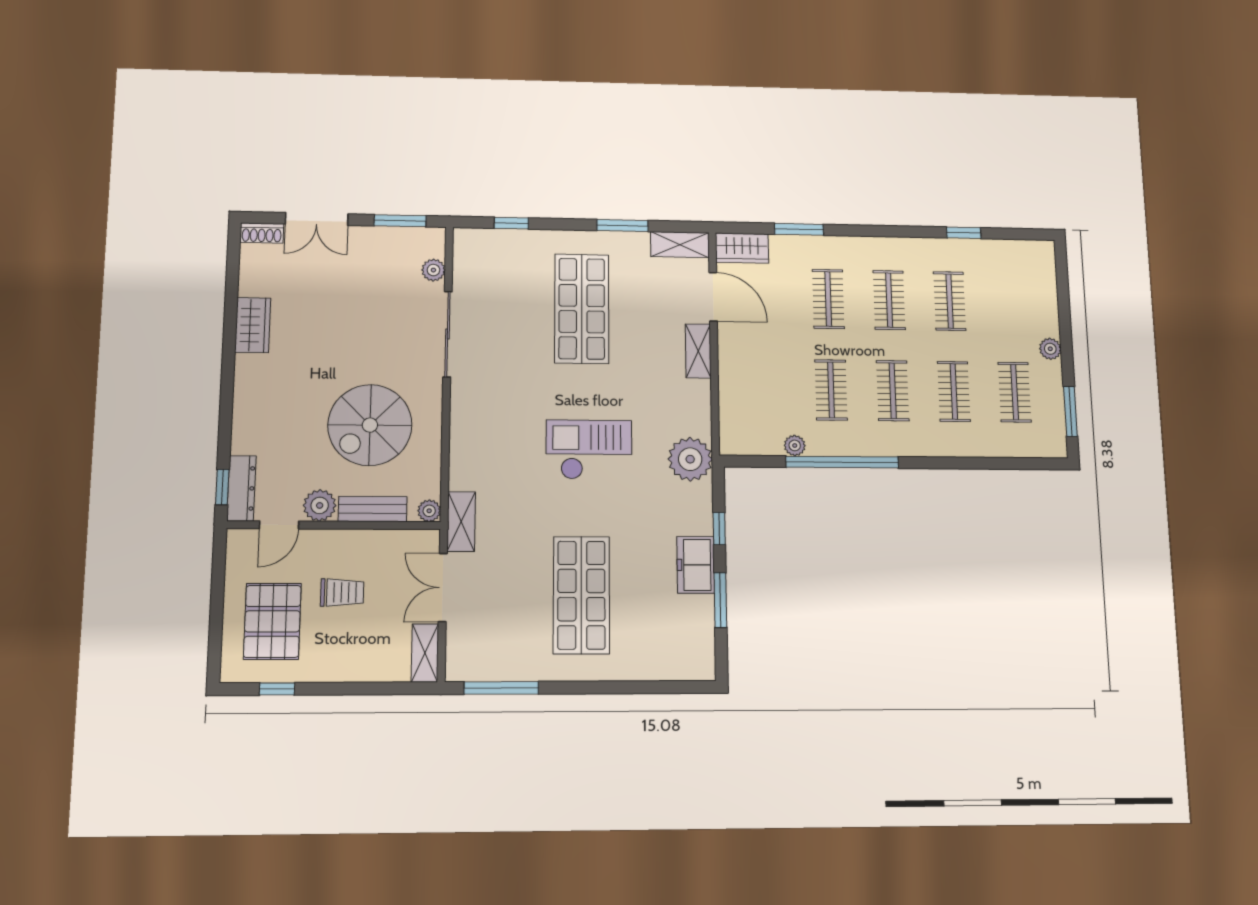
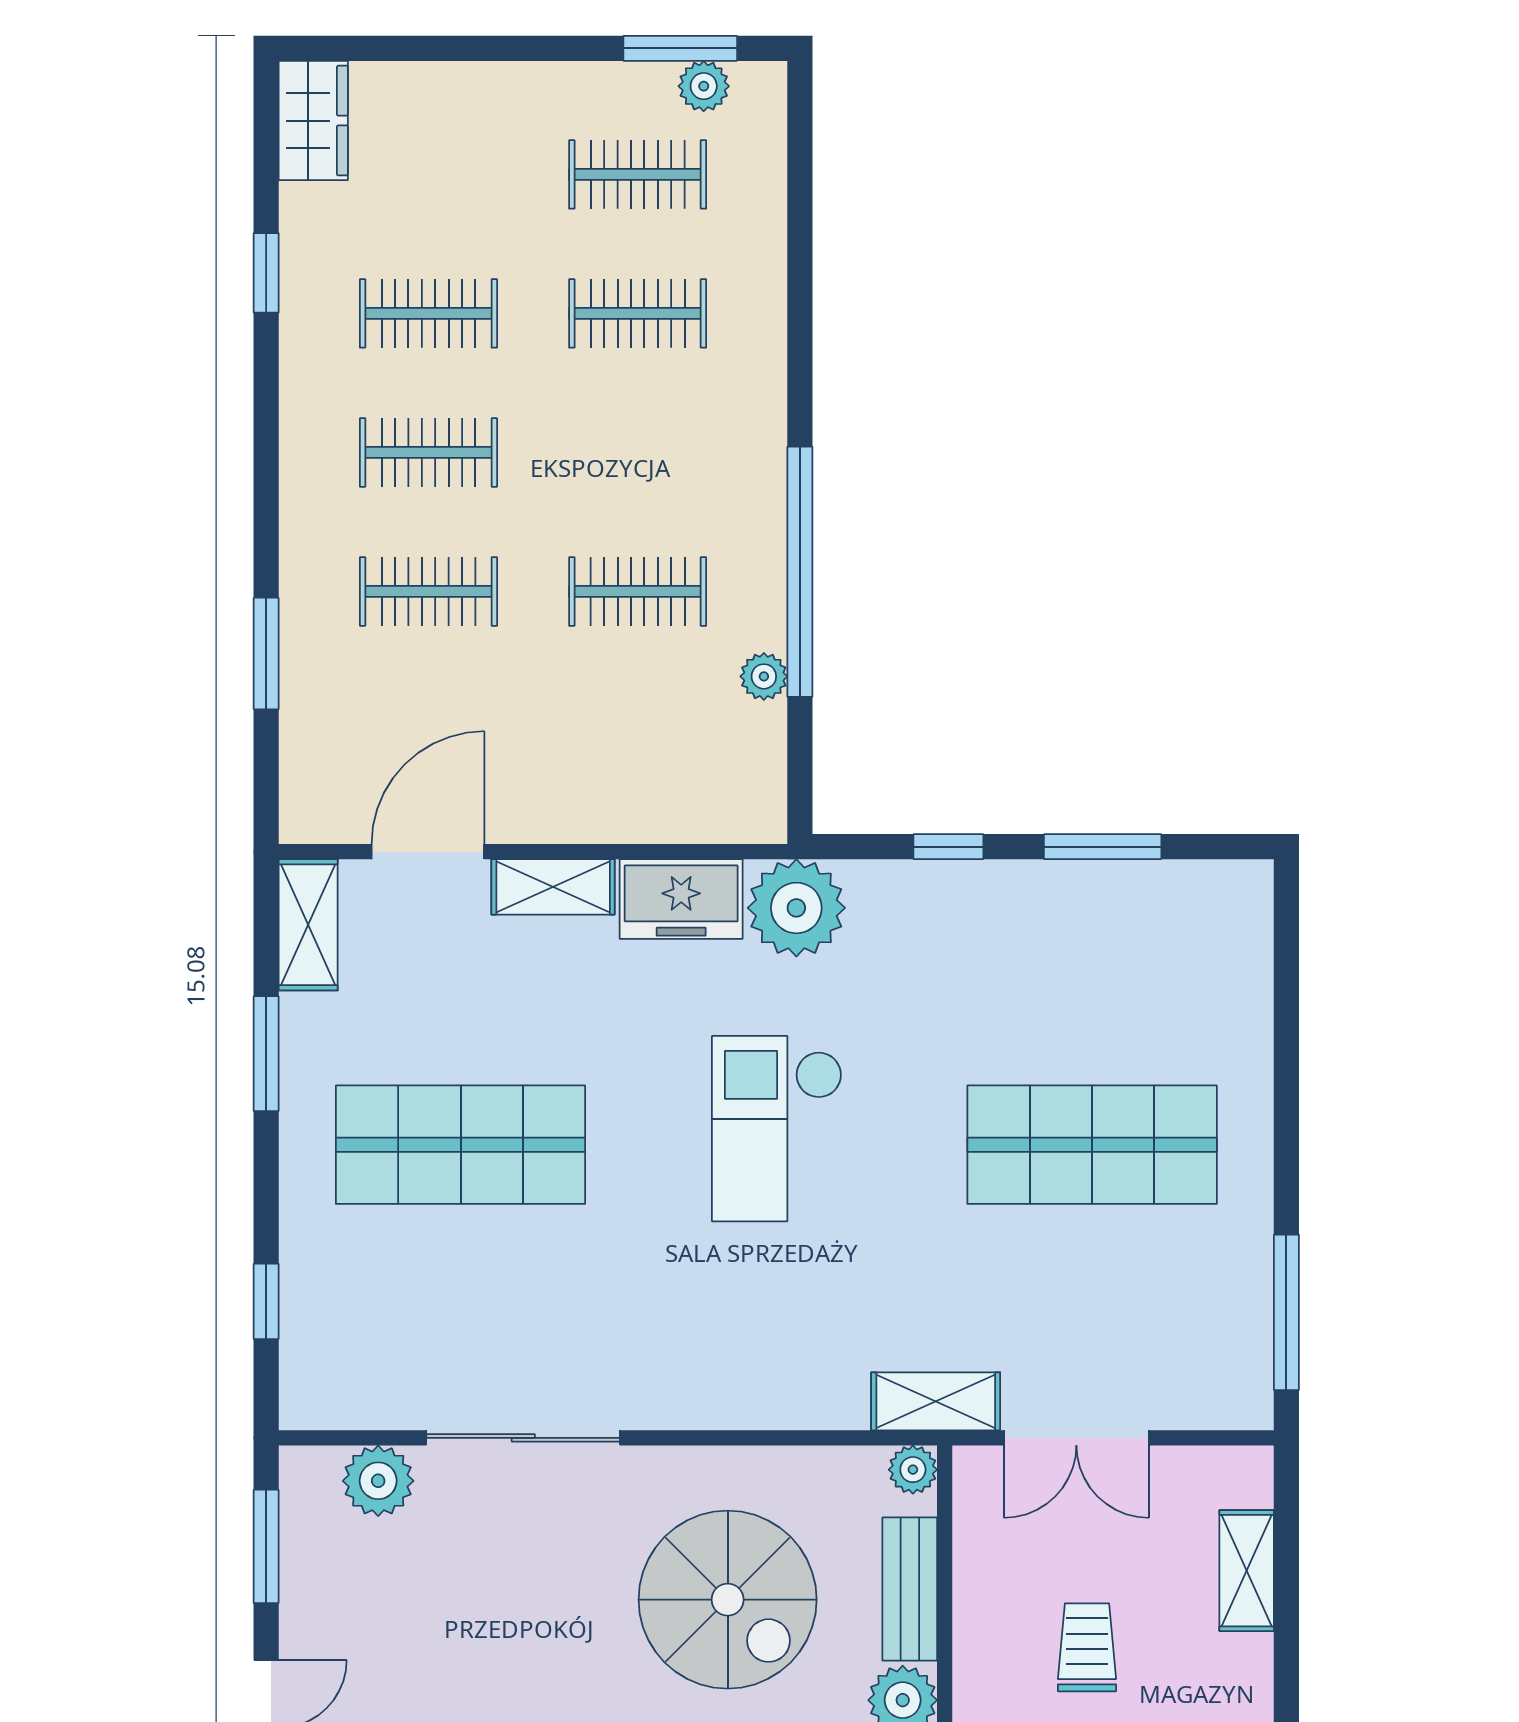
wardrobe: (742, 248) -> (313, 121), moved
plant: (433, 270) -> (378, 1481), width x1.38, depth x1.38
plant: (1050, 349) -> (704, 86), moved
clothes rail: (893, 391) -> (638, 452), removed
freezer: (696, 565) -> (681, 899), moved
shelving: (425, 653) -> (1247, 1571), moved, turned 90

